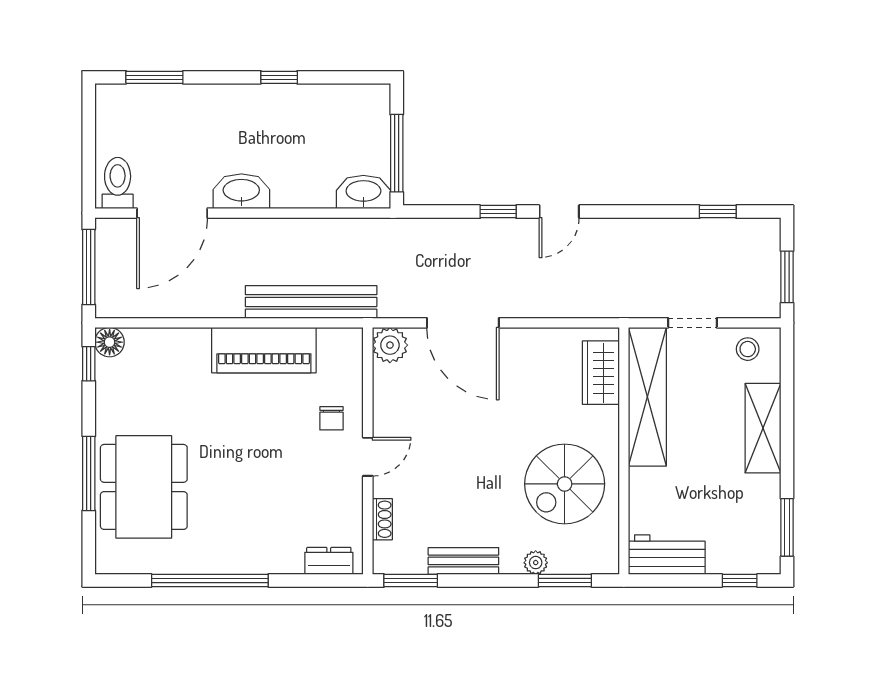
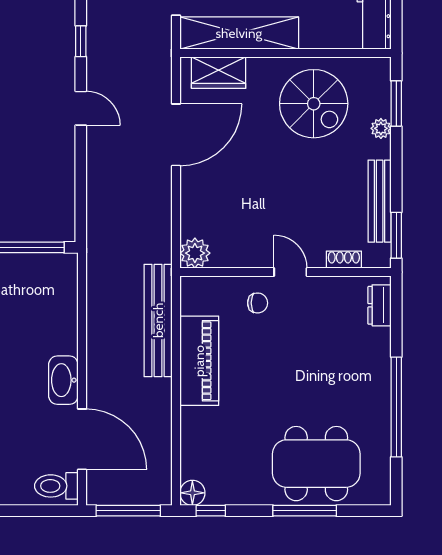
washbasin: (363, 192) -> (64, 276), removed
window: (498, 212) -> (81, 41), moved
door: (463, 323) -> (176, 135), moved
bench: (463, 561) -> (380, 201), width x1.36

